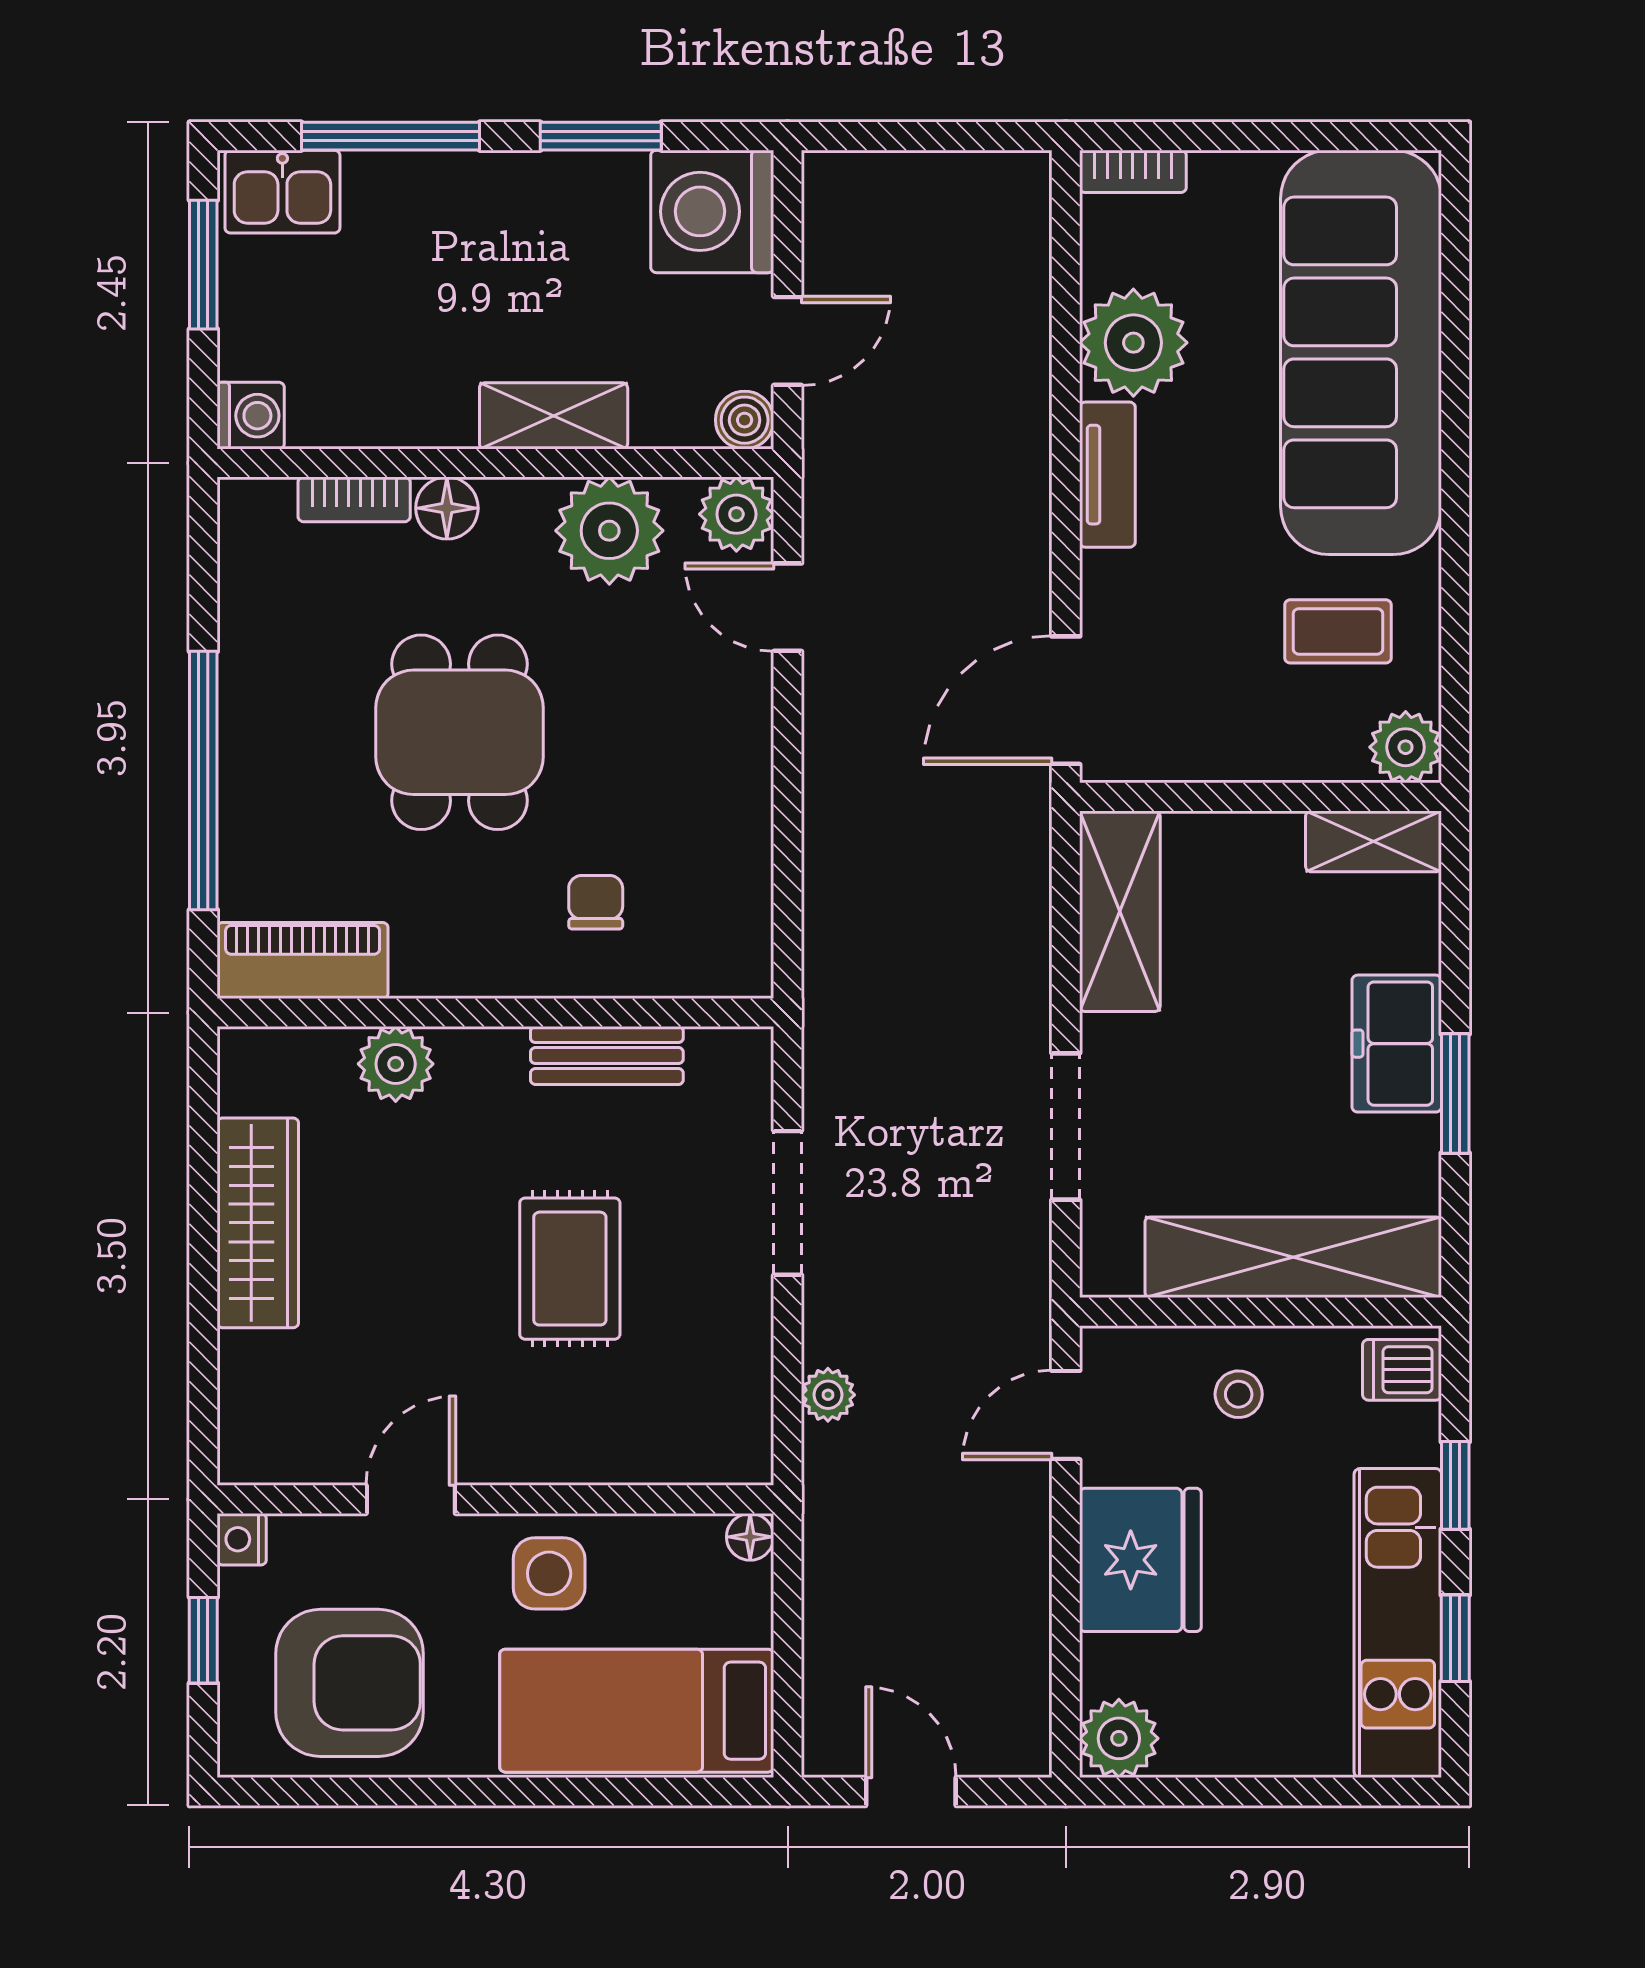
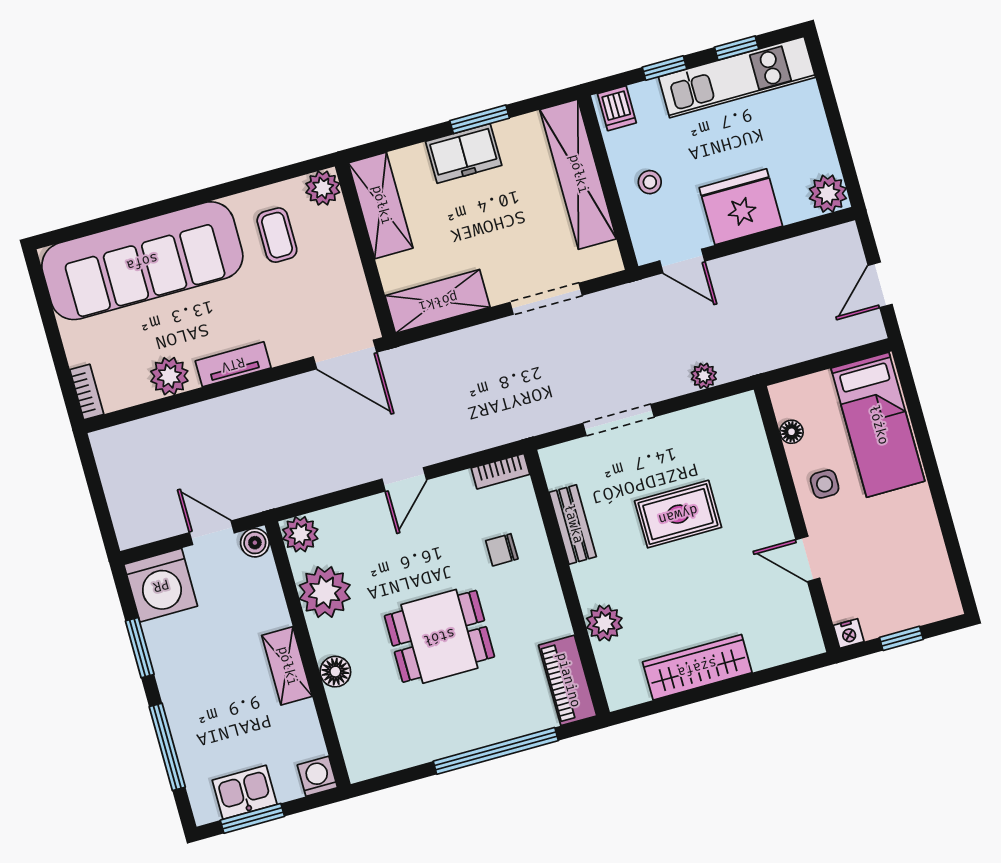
kitchen sink: (282, 192) -> (245, 792), moved, turned -90
plant: (1133, 343) -> (169, 376), width x0.73, depth x0.73
shelving: (554, 416) -> (287, 666), moved
bookcase: (354, 499) -> (500, 471), moved, turned 90
door: (788, 607) -> (404, 479), moved
shelving: (1374, 841) -> (381, 205), width x1.50, depth x1.33
floor lamp: (750, 1537) -> (792, 432), moved
side table: (549, 1573) -> (825, 484), width x0.73, depth x0.73
armchair: (350, 1683) -> (902, 564), removed

